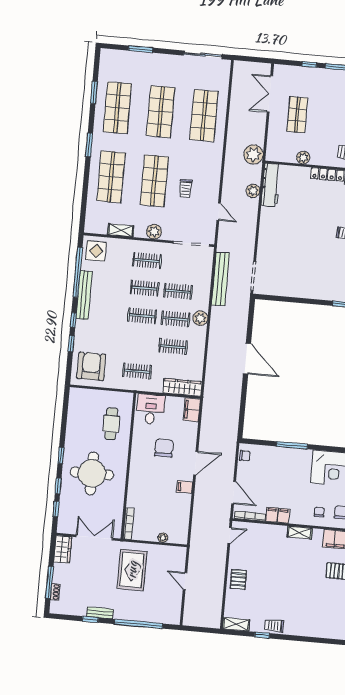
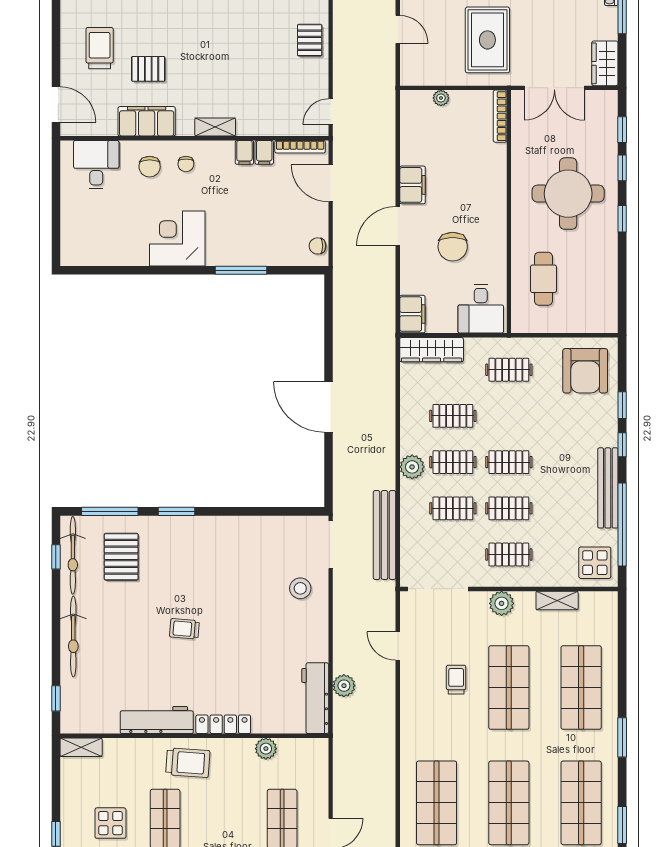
plant: (253, 154) -> (349, 746), removed
stool: (274, 252) -> (300, 588), added
filing cabinet: (185, 487) -> (412, 185), width x2.00

